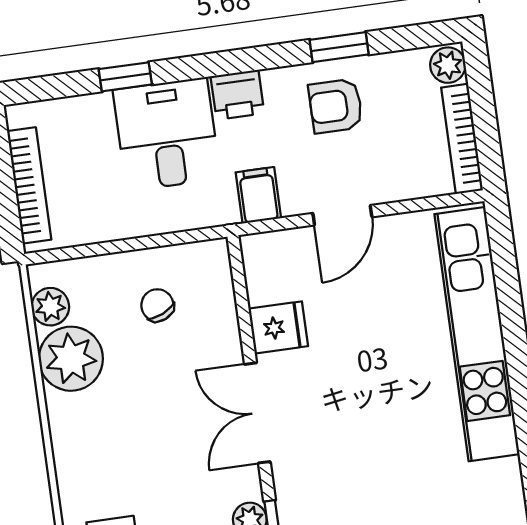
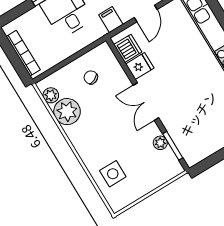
dishwasher: (268, 276) -> (128, 48), added

